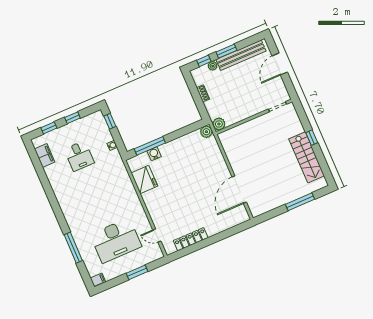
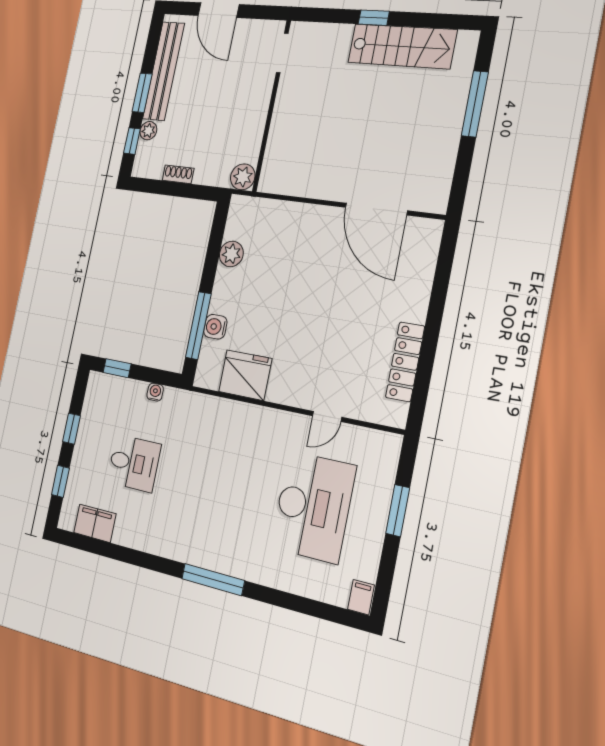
plant: (206, 132) -> (231, 254), moved
door: (157, 236) -> (327, 416), moved
window: (73, 248) -> (213, 580), moved

